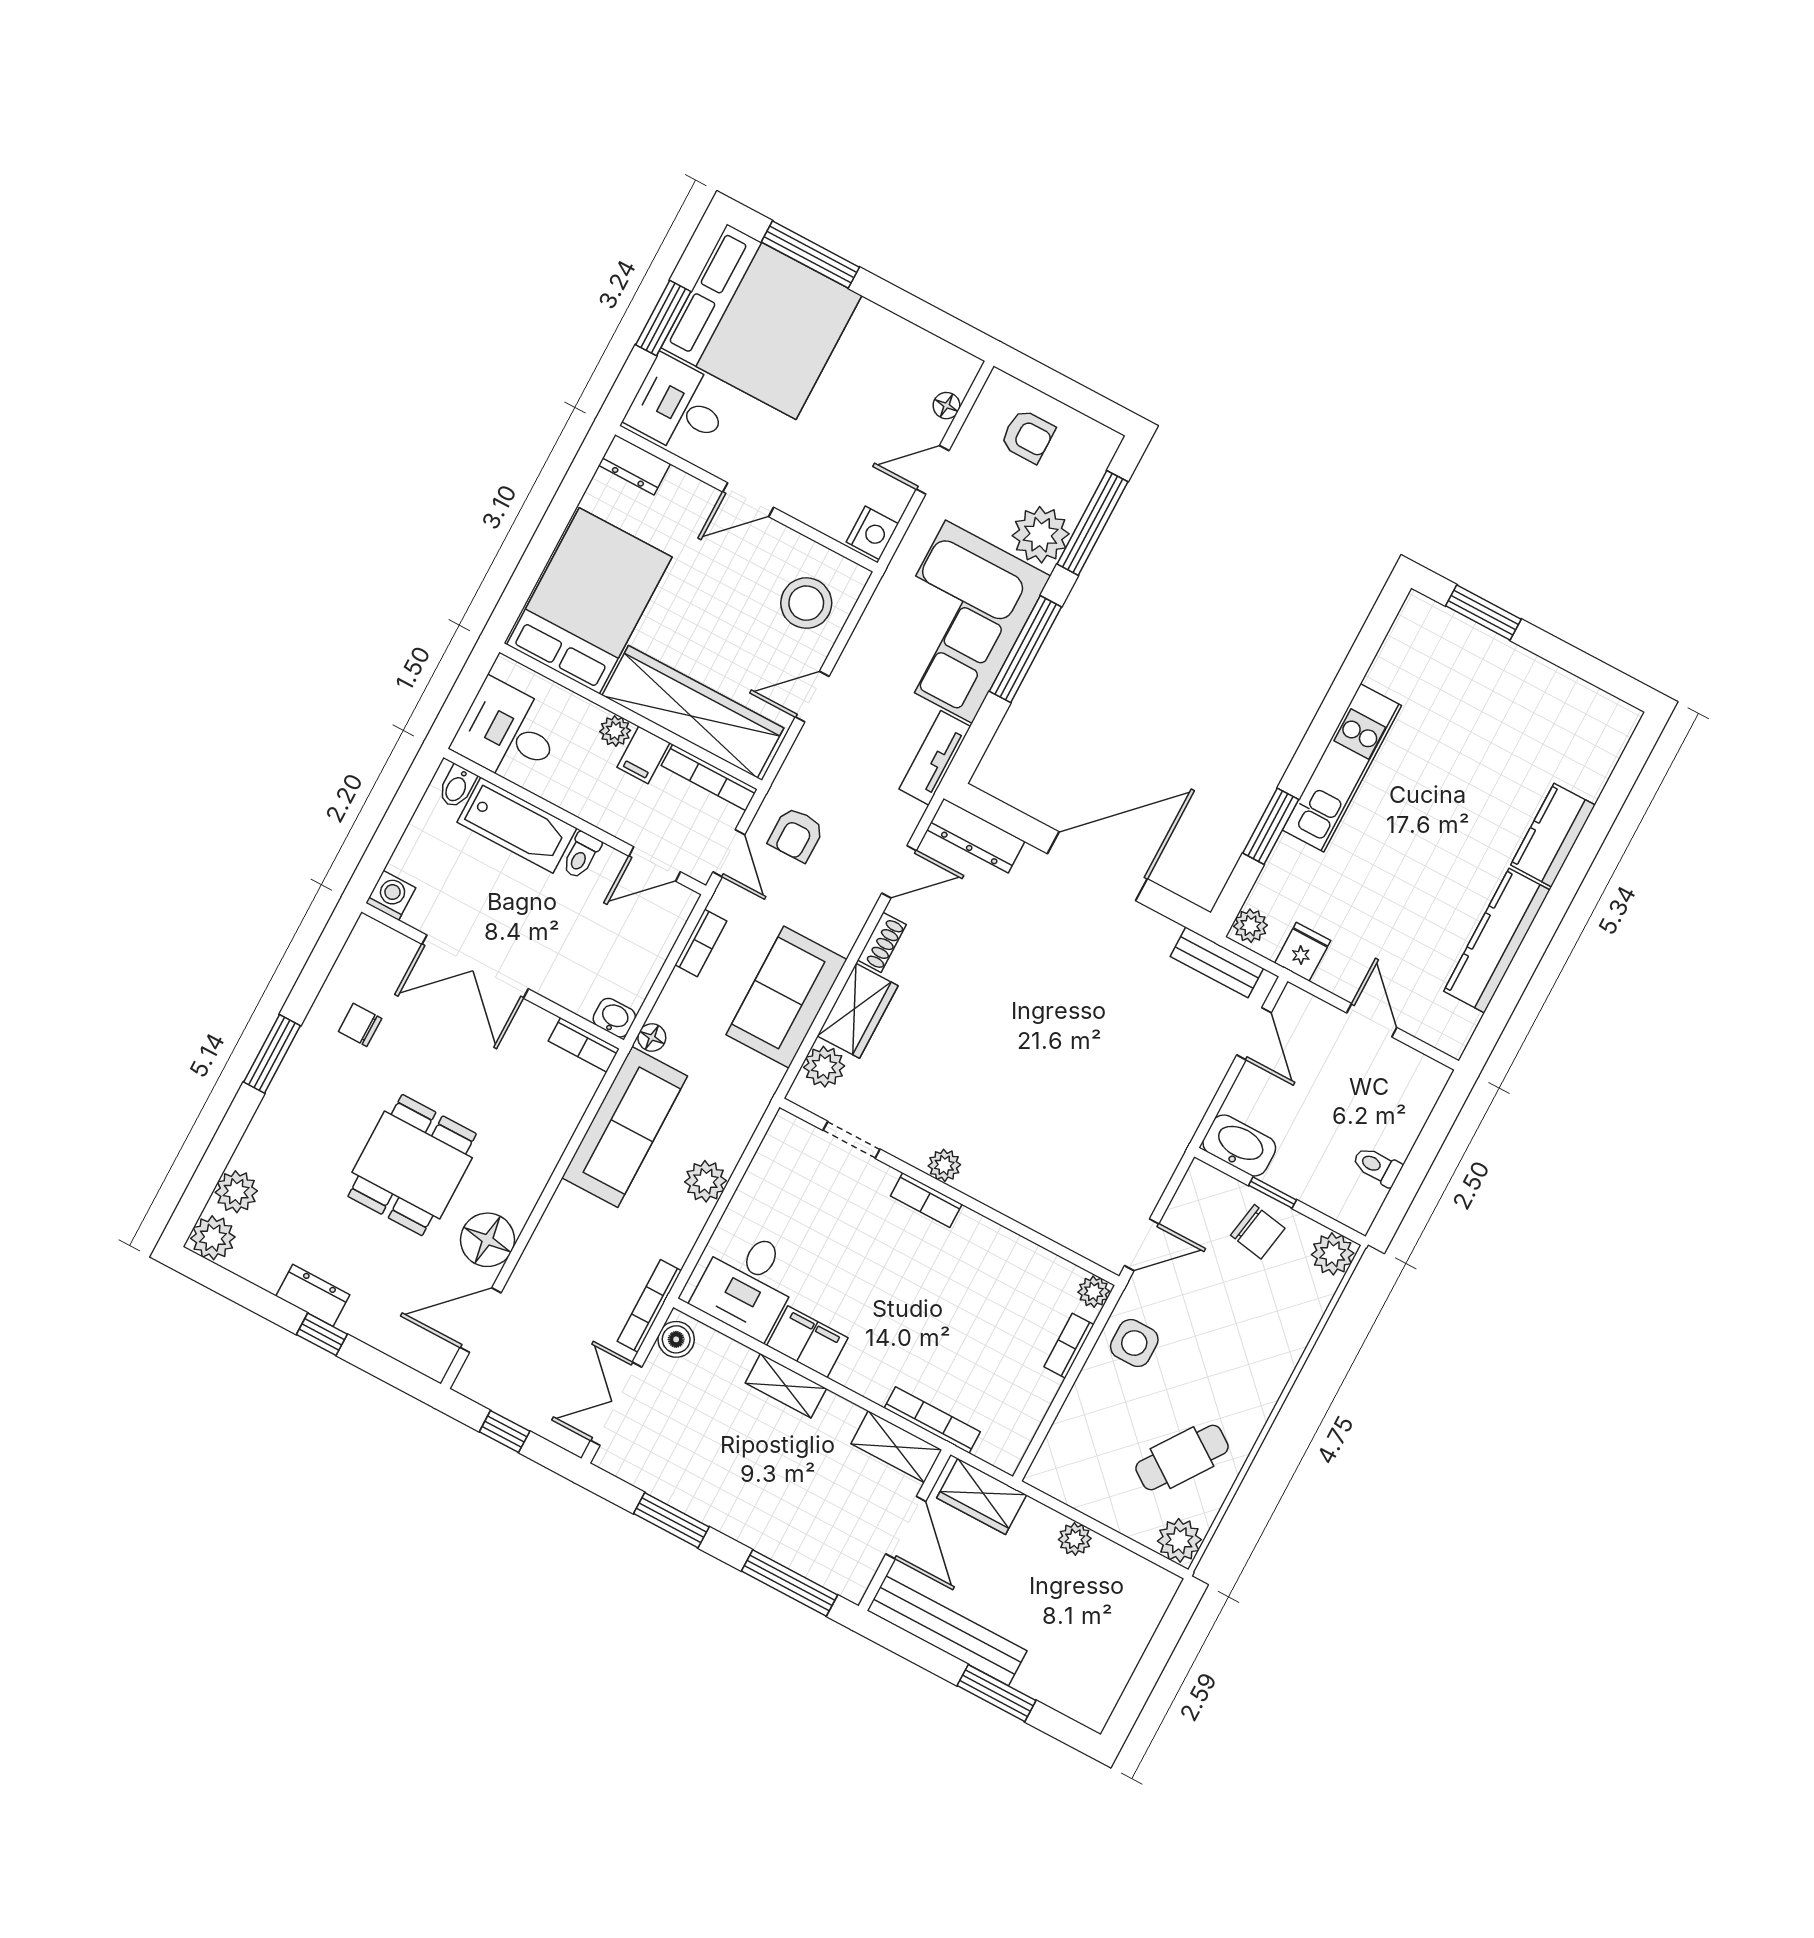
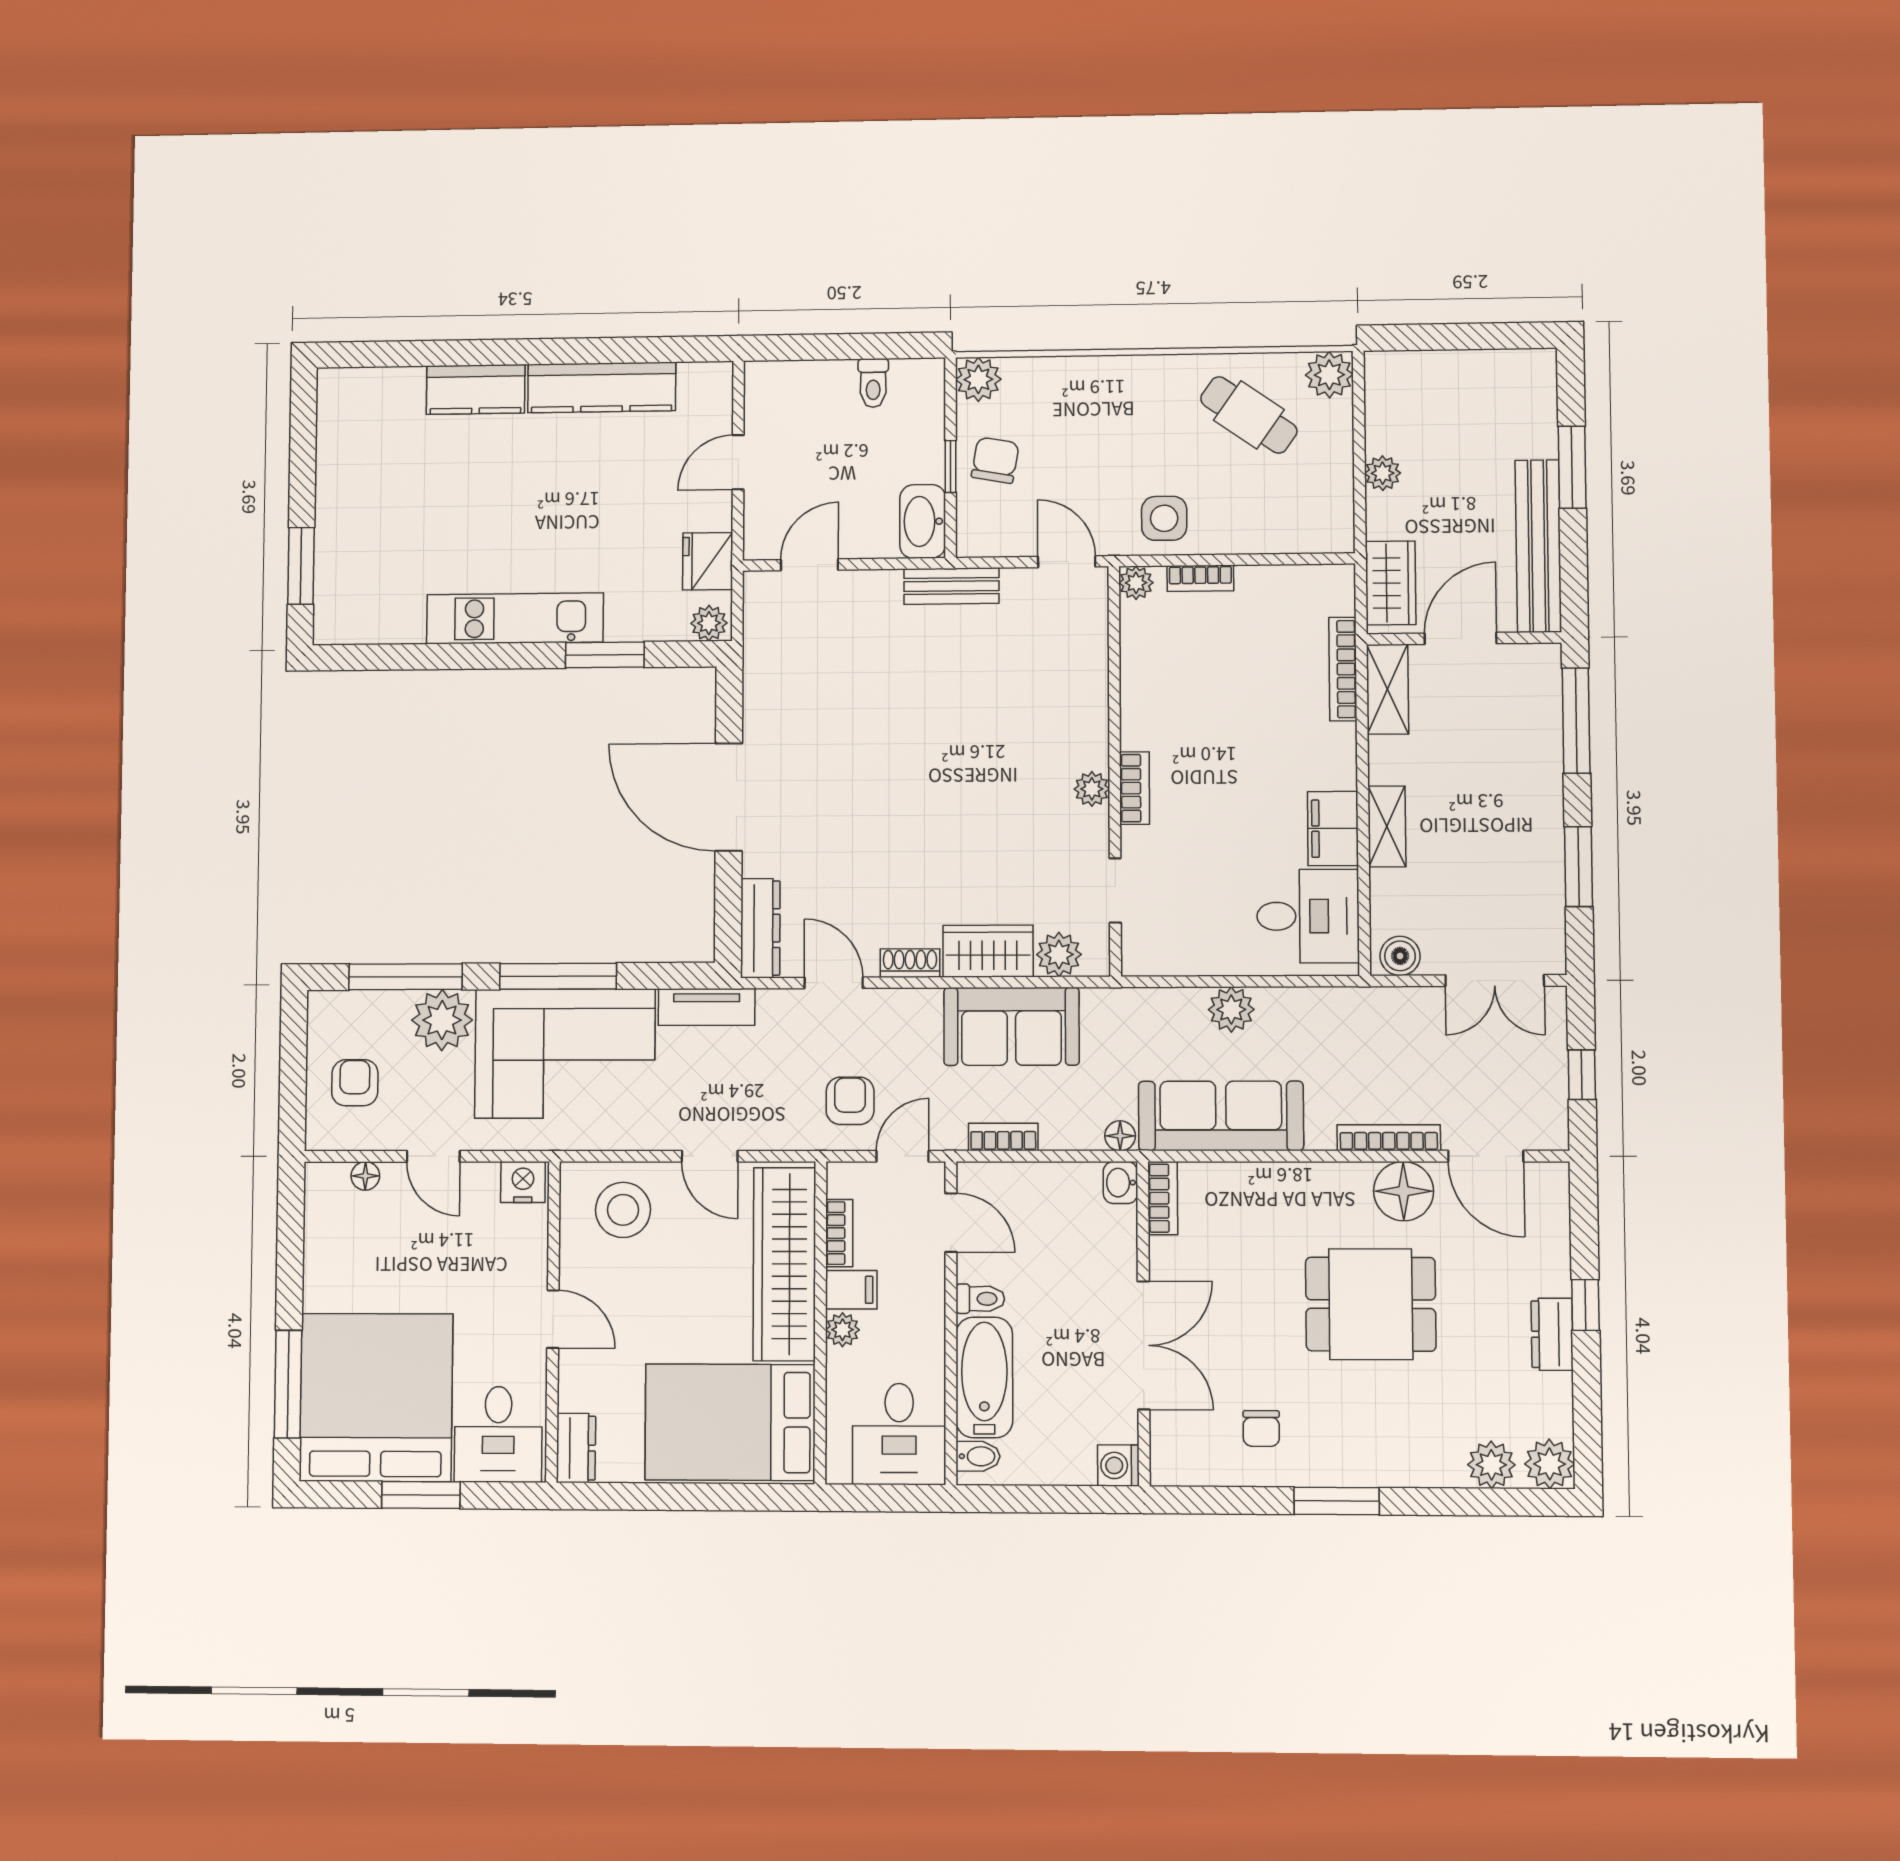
bookcase: (709, 777) -> (839, 1233), width x0.64
armchair: (796, 834) -> (850, 1101), turned -90
fridge: (1303, 952) -> (708, 561), width x1.38
bench: (1217, 962) -> (952, 586), moved, turned 90
bookcase: (649, 1306) -> (1389, 1138), moved, turned 180

